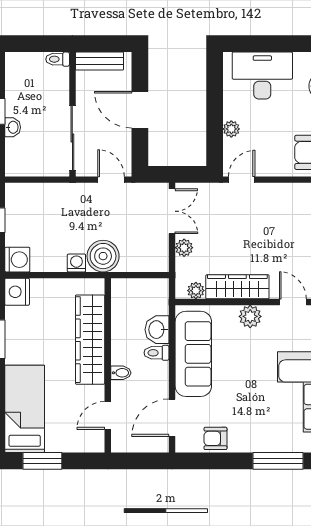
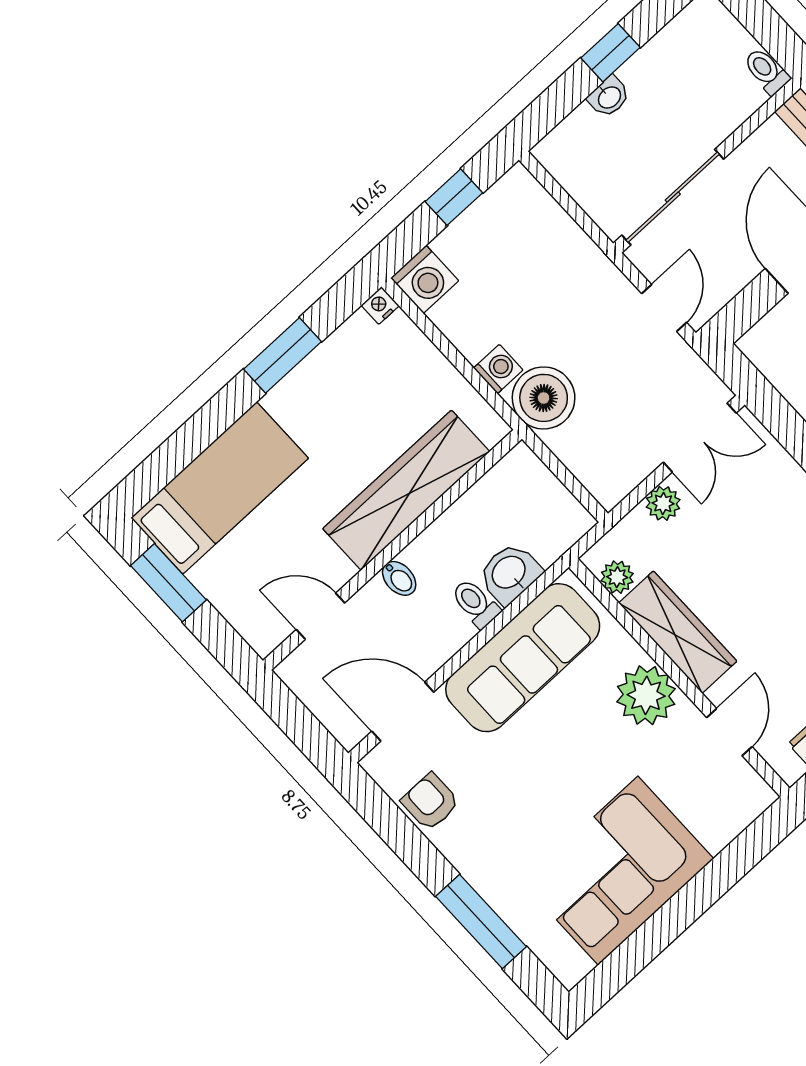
nightstand: (17, 292) -> (380, 305), width x0.53, depth x0.56
plant: (250, 316) -> (646, 695), width x1.36, depth x1.36

